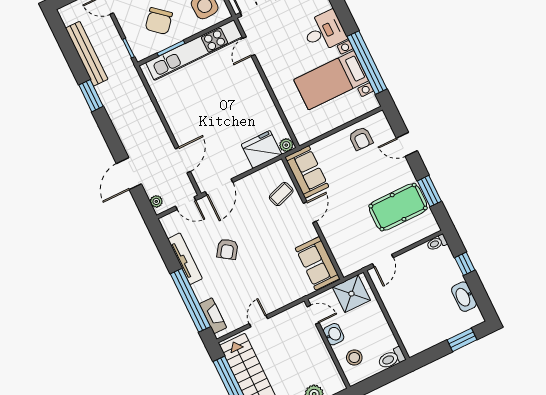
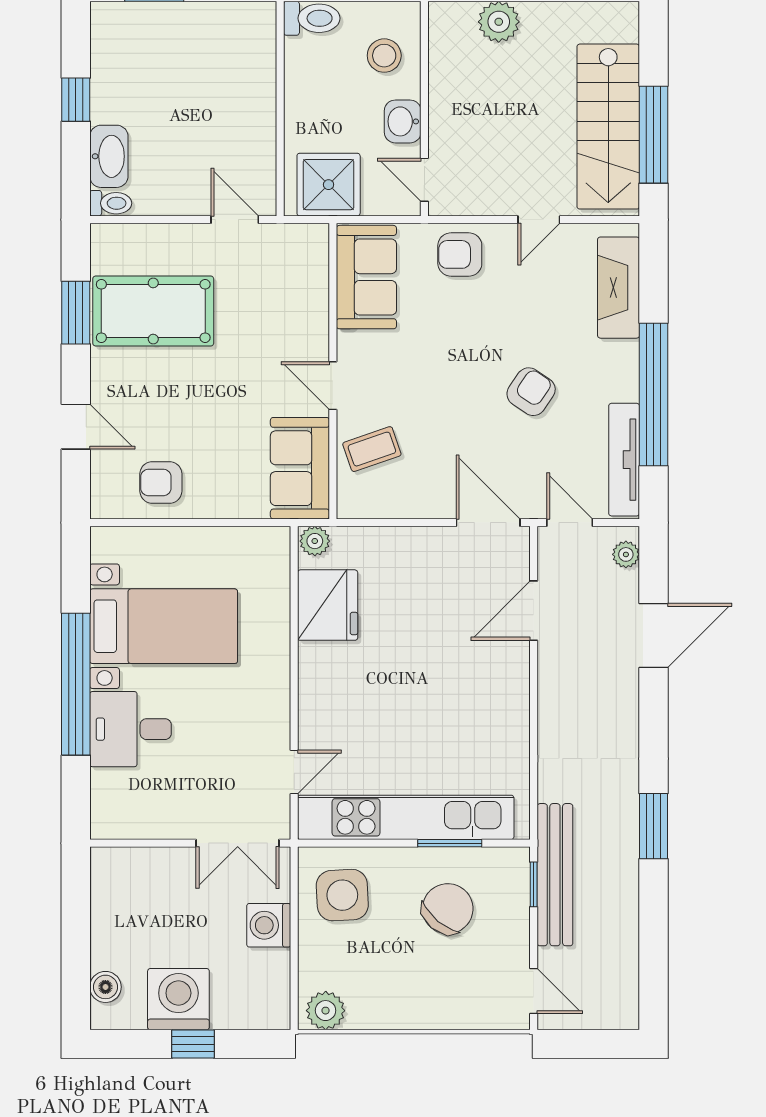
bench: (87, 54) -> (555, 875), moved
window: (367, 63) -> (76, 684), moved
armchair: (361, 138) -> (161, 482), turned -90
fridge: (262, 149) -> (328, 605), moved, turned -90
door: (219, 187) -> (488, 523), hinge flipped
door: (310, 212) -> (333, 386), hinge flipped
tv unit: (185, 259) -> (624, 460), moved
door: (383, 261) -> (235, 220), hinge flipped
window: (465, 264) -> (76, 100), moved
armchair: (284, 291) -> (460, 254), added
washbasin: (464, 297) -> (109, 156), moved
window: (190, 300) -> (653, 395), moved
fireplace: (213, 316) -> (619, 288), width x1.37, depth x1.32

